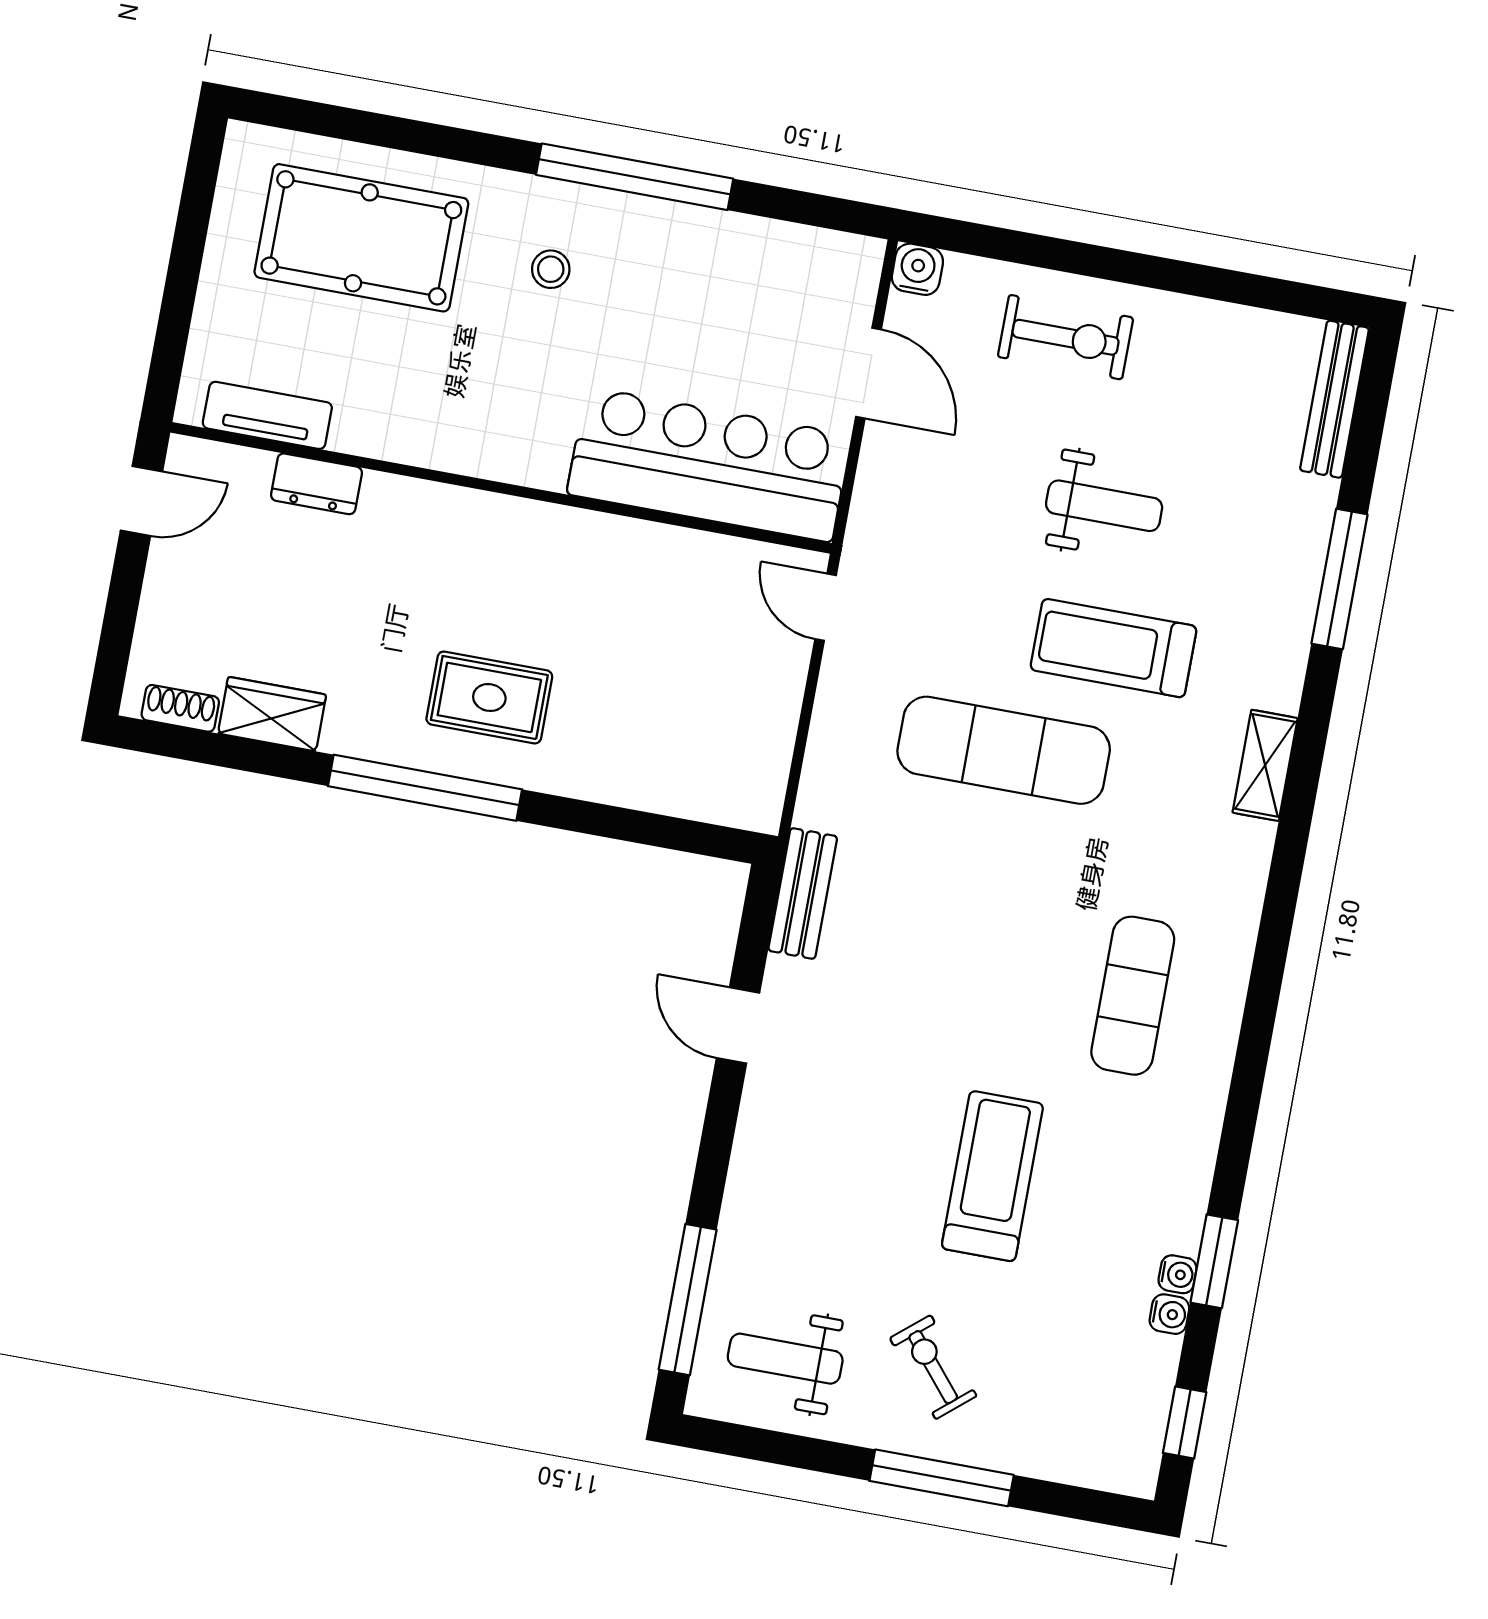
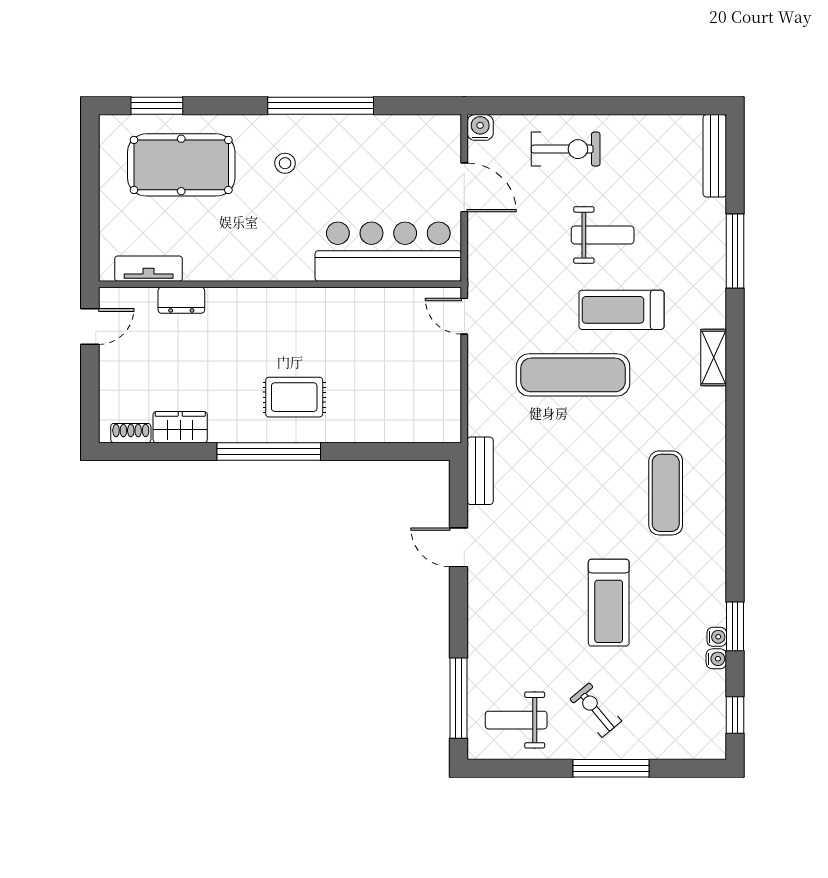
window: (337, 122) -> (157, 106), added
treadmill: (992, 1176) -> (609, 603), turned 180

